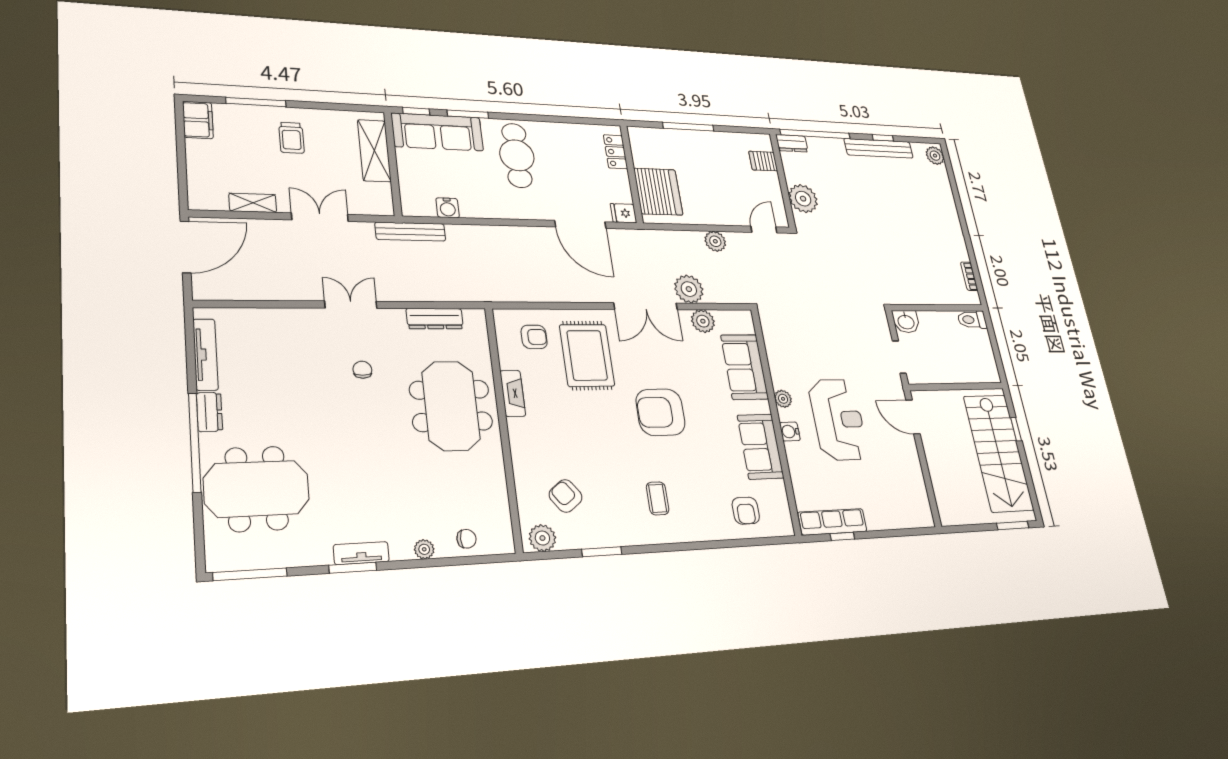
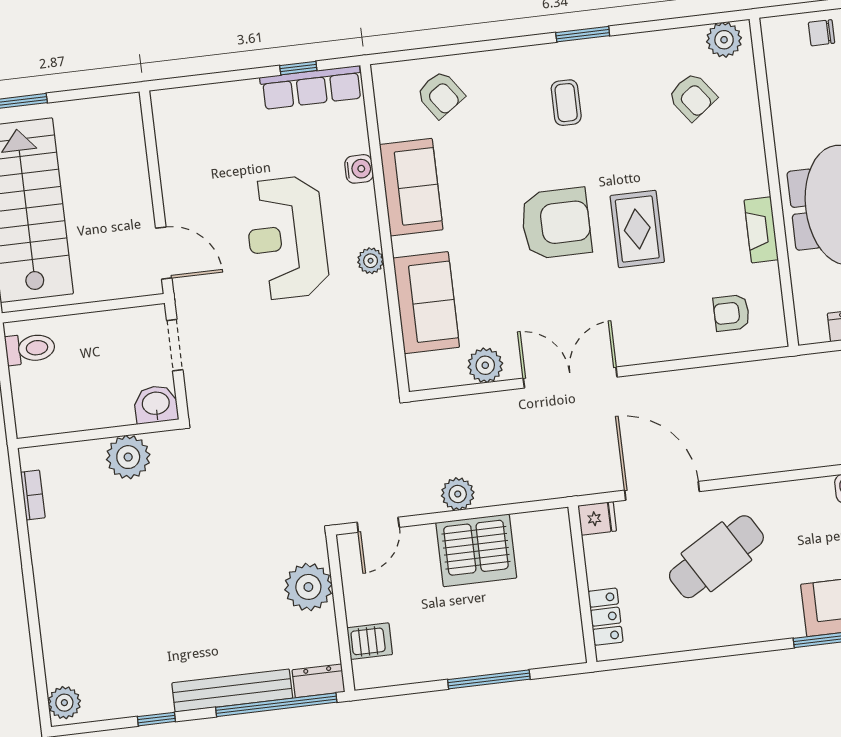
bench: (879, 148) -> (232, 691), moved
cafe table: (517, 155) -> (716, 557), moved, turned 59
server rack: (658, 192) -> (476, 550), moved, turned -90
plant: (689, 289) -> (128, 457), moved
toilet: (972, 320) -> (30, 349), moved
rug: (587, 355) -> (637, 229), moved, width x0.73, depth x0.70
water cooler: (790, 431) -> (359, 169), moved
armchair: (746, 511) -> (440, 95), turned 145
window: (602, 552) -> (583, 34), moved

